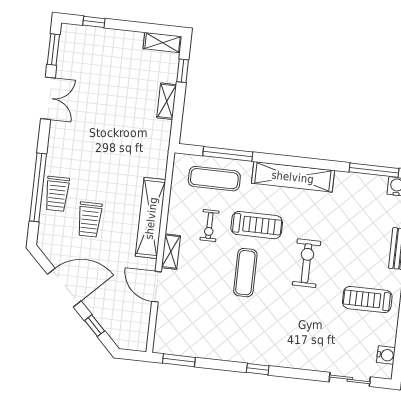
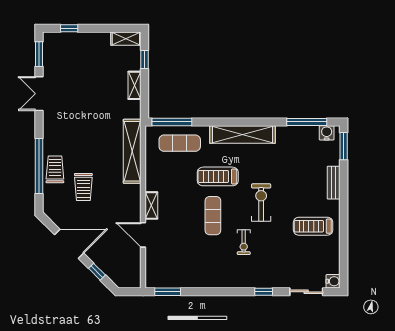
double door: (48, 98) -> (39, 94), swing flipped
window: (228, 154) -> (172, 122), moved
trolley: (57, 194) -> (55, 169), turned 180
shelving: (151, 218) -> (132, 151), moved
treadmill: (257, 225) -> (218, 176), turned 180
exercise bike: (209, 226) -> (244, 242), moved
water cooler: (386, 355) -> (333, 281), moved
window: (258, 369) -> (264, 292), moved

